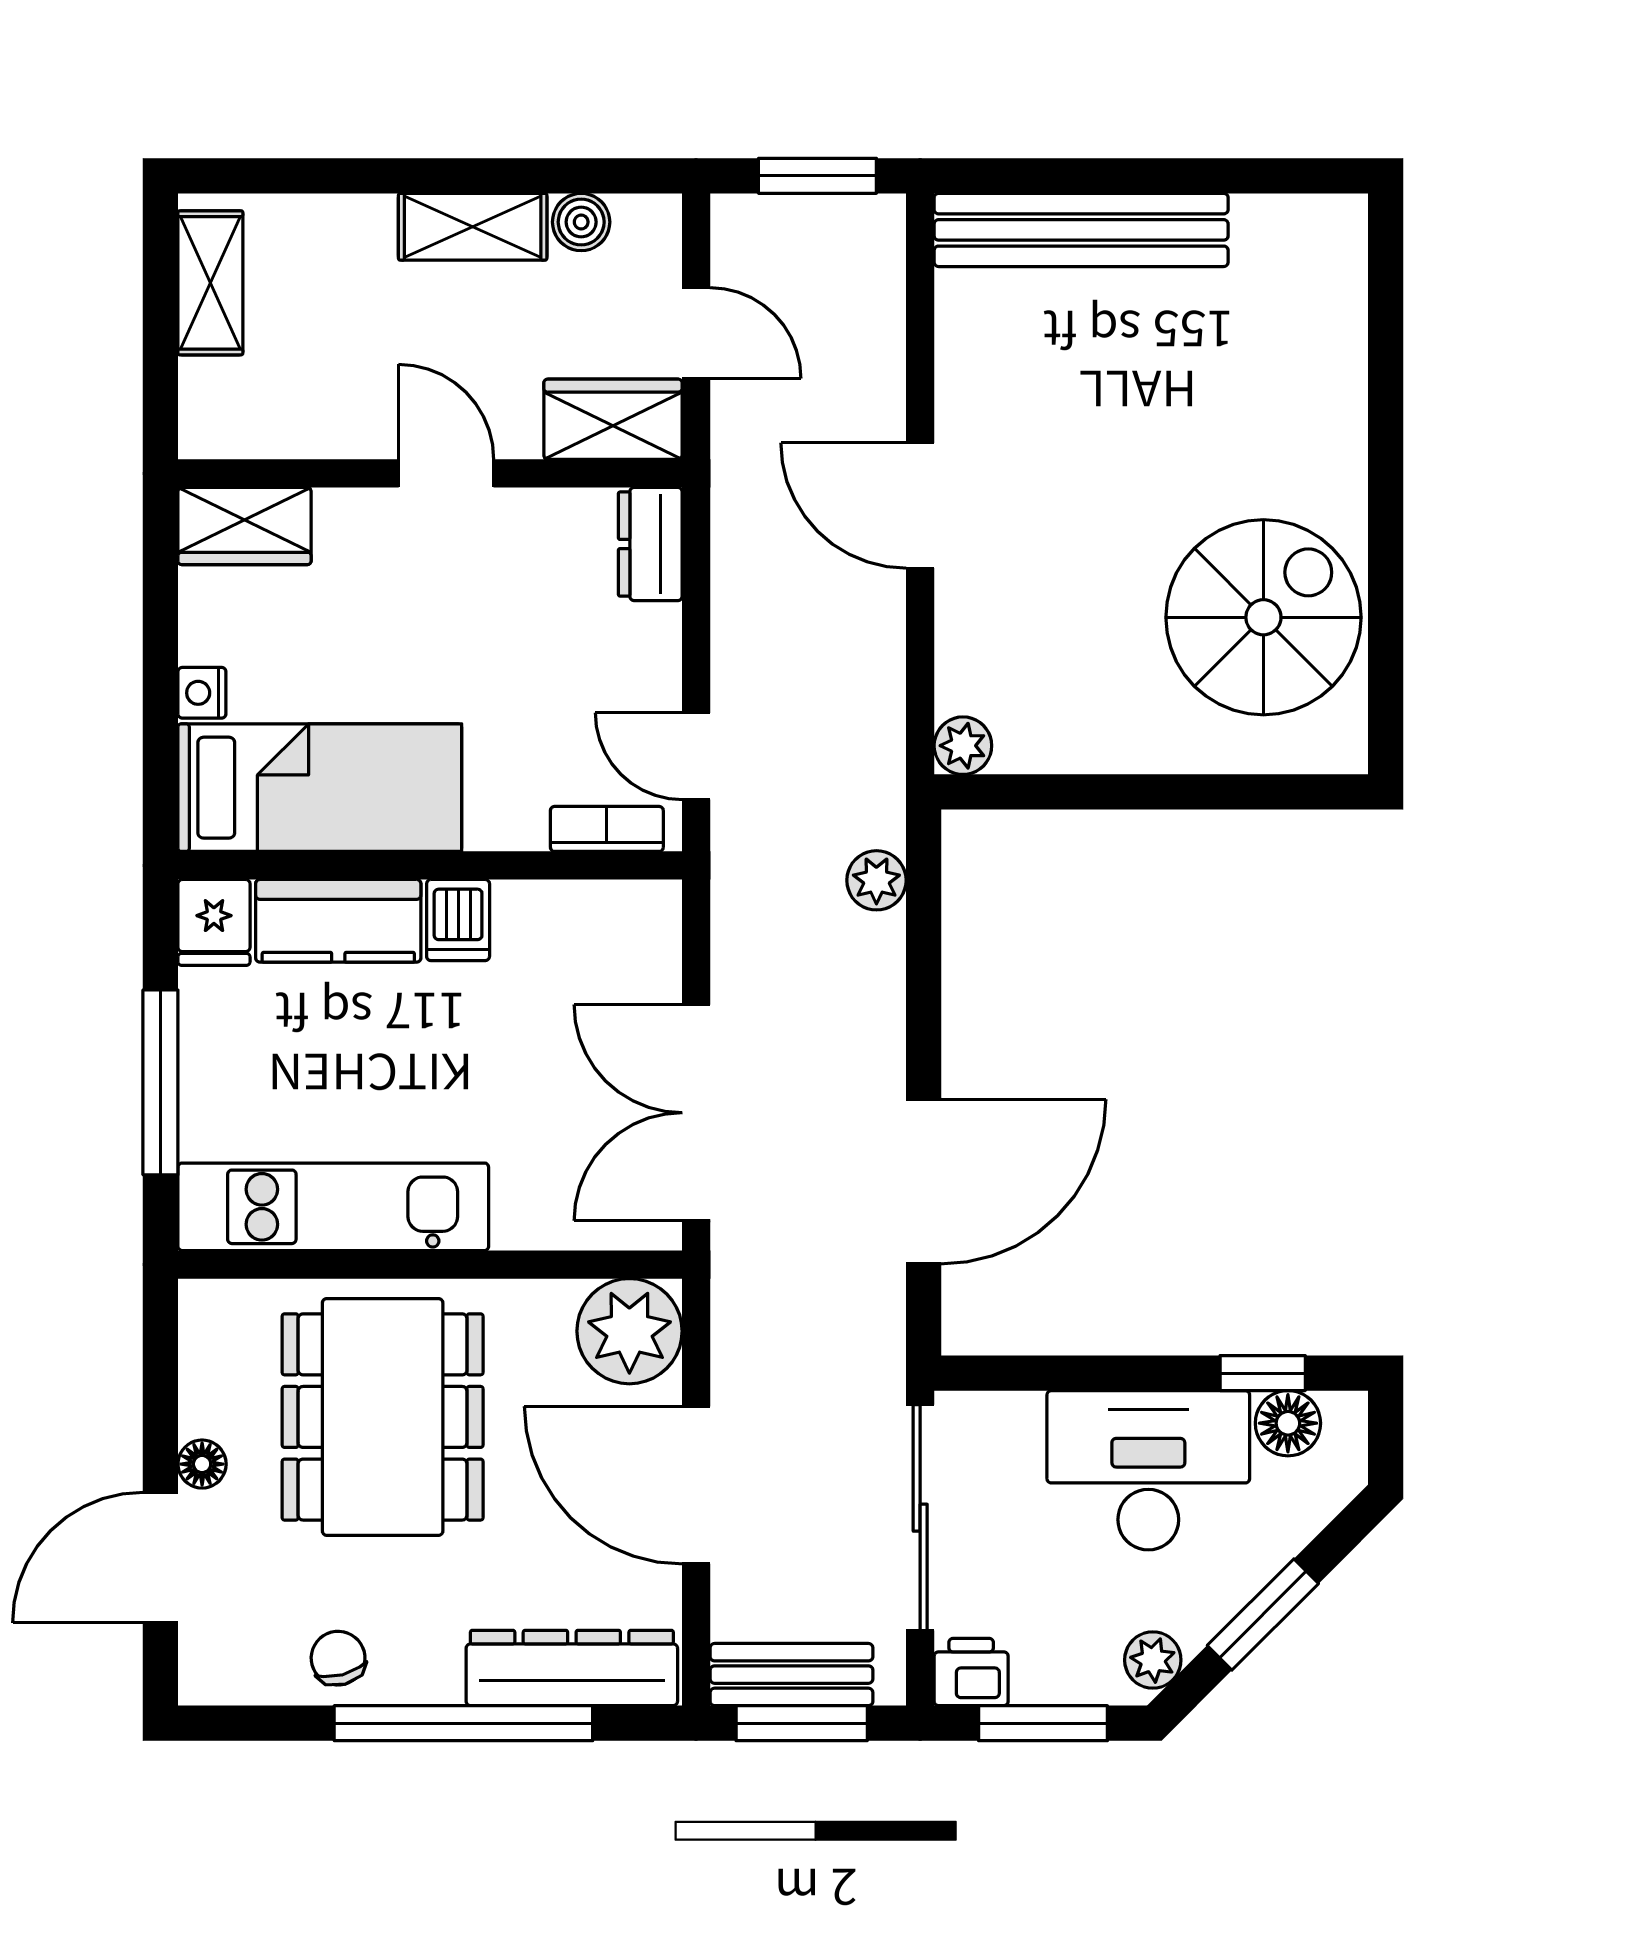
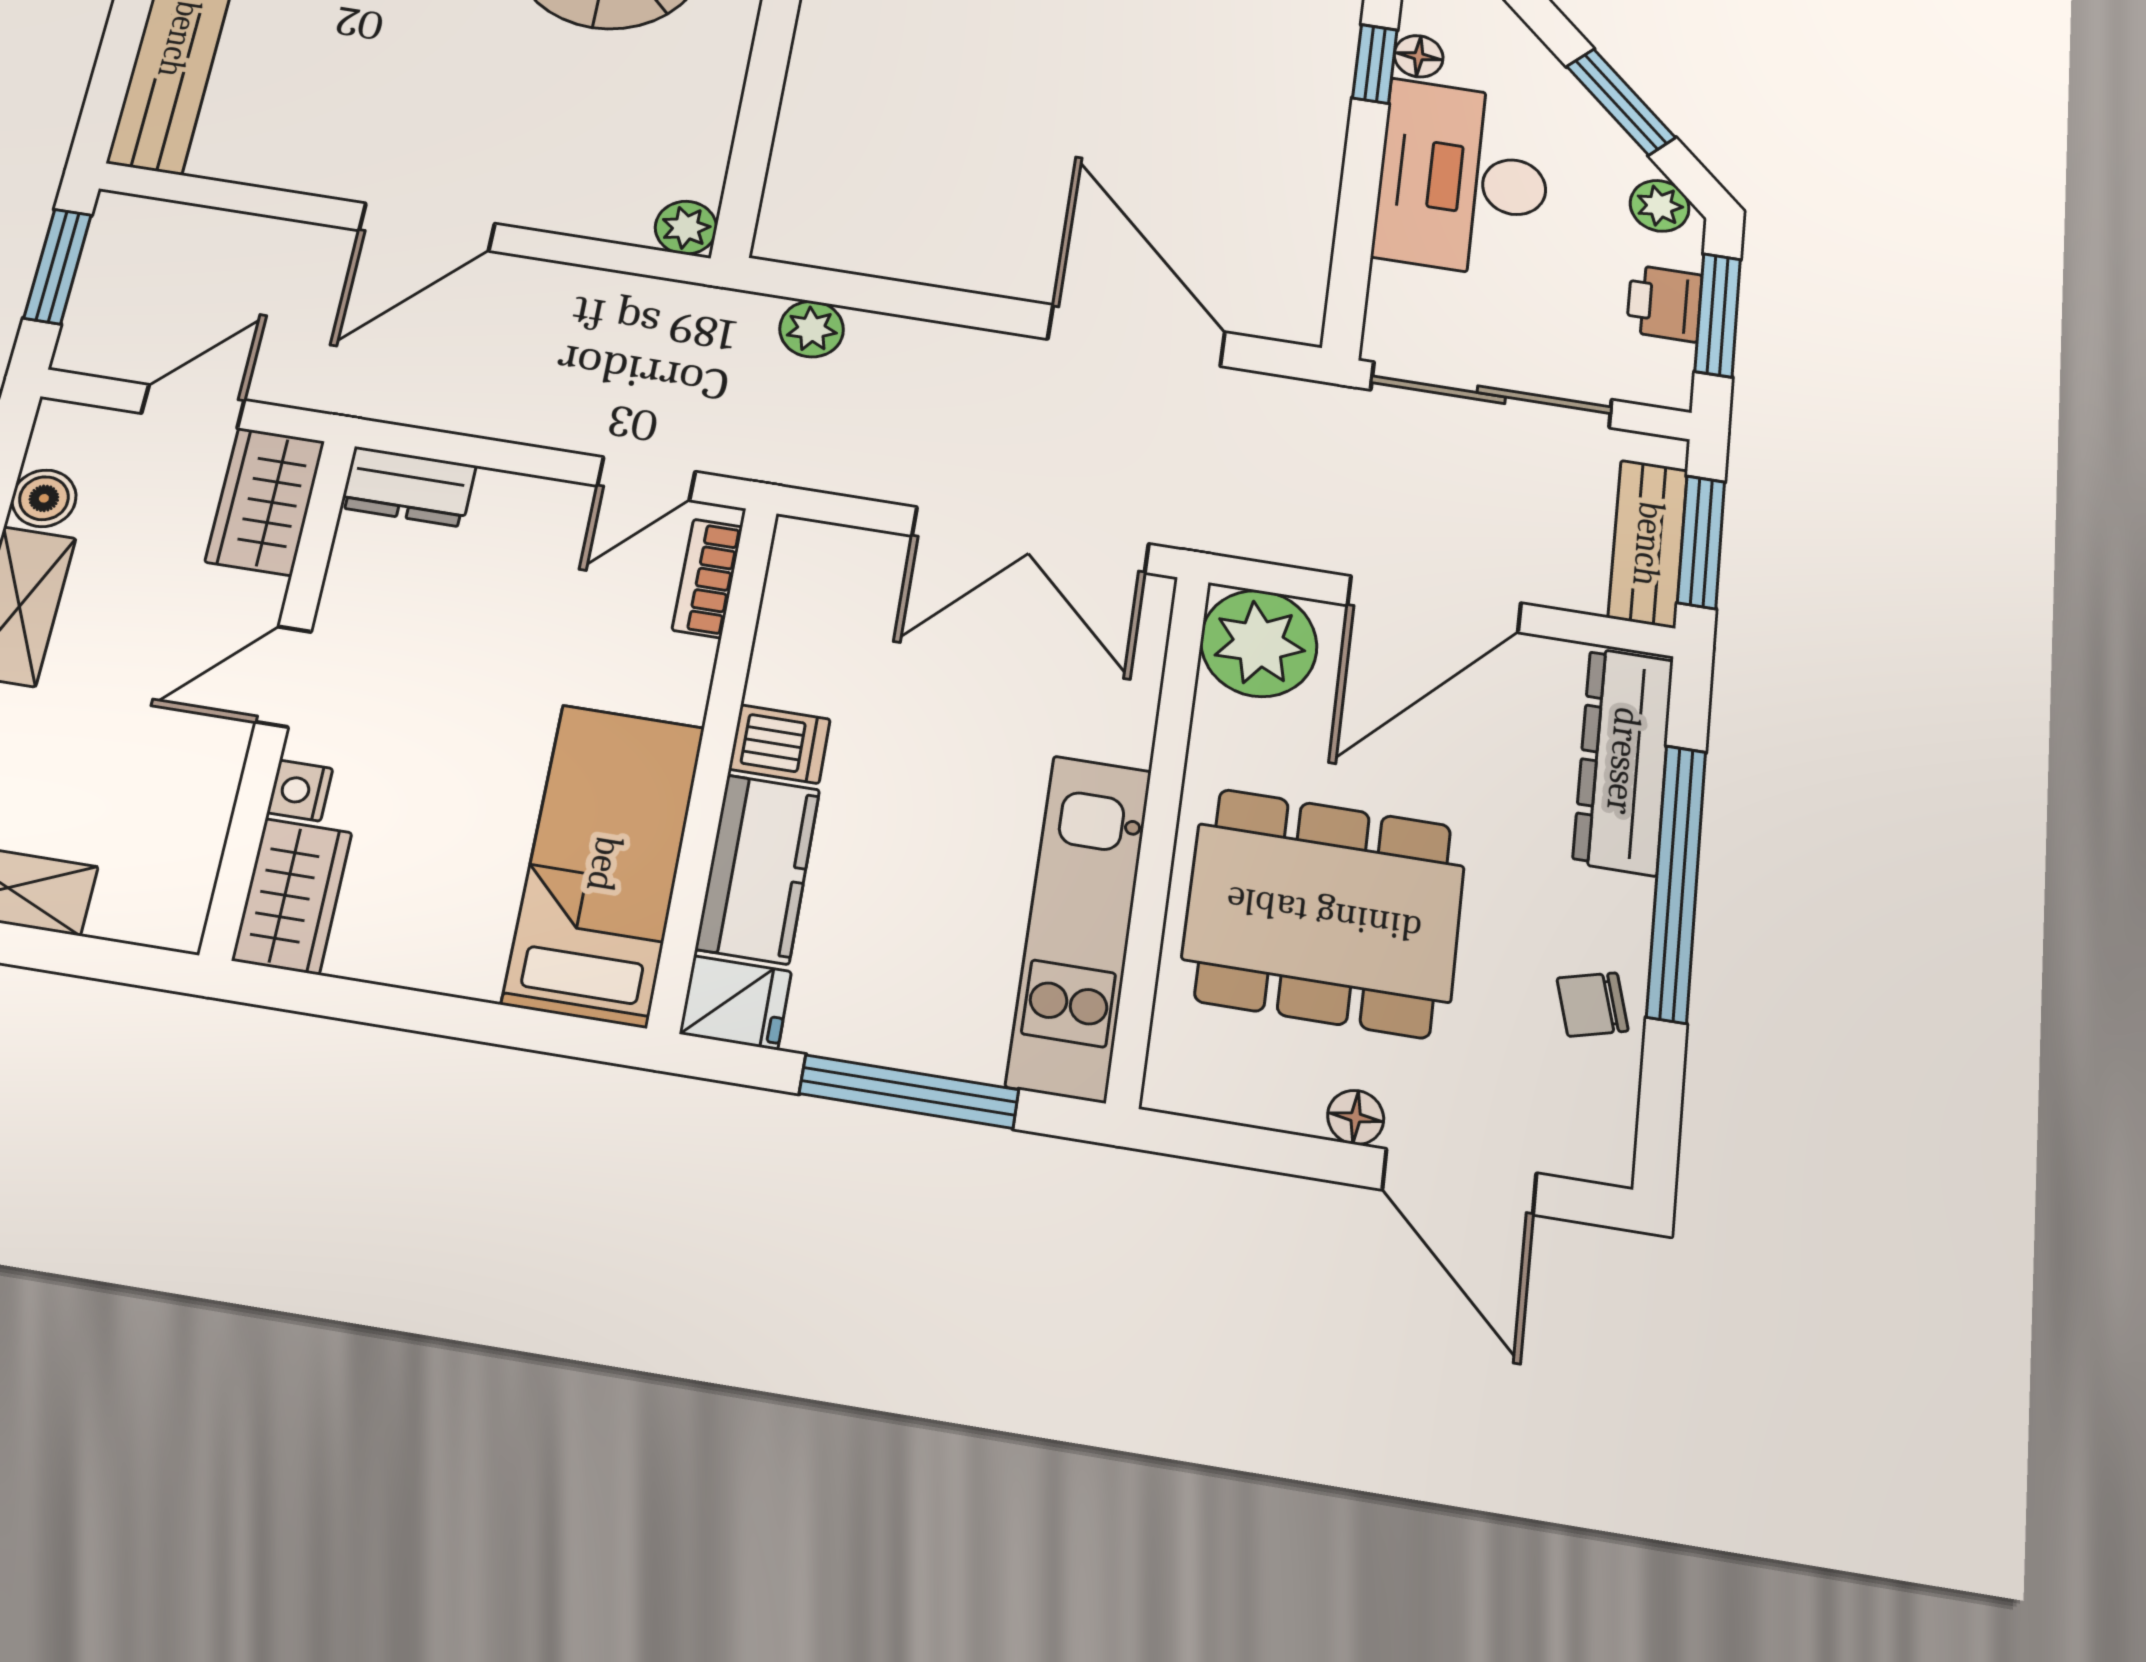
nightstand: (202, 693) -> (300, 791), moved, turned 90
floor lamp: (1288, 1423) -> (1419, 56), width x0.73, depth x0.73
printer: (971, 1672) -> (1664, 303), moved

